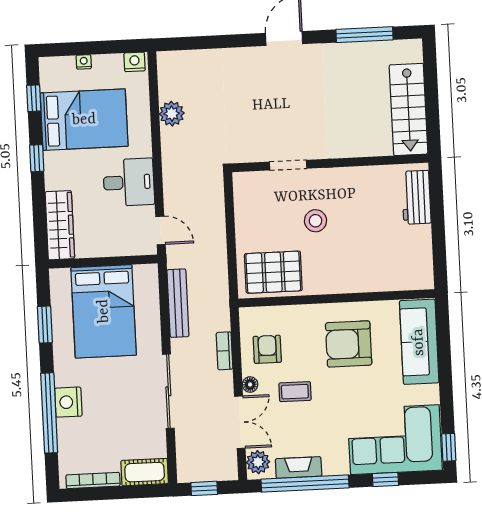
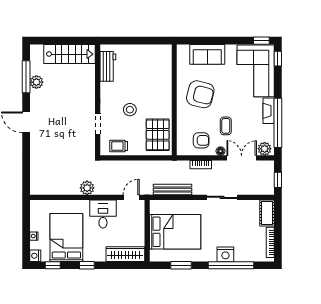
plant: (356, 53) -> (36, 82), added
nightstand: (135, 62) -> (35, 256), moved
plant: (172, 114) -> (87, 188), moved
workbench: (416, 197) -> (108, 66), moved, turned -90
trolley: (250, 204) -> (119, 146), added
sofa: (419, 342) -> (207, 54), width x0.73
armchair: (349, 344) -> (200, 94), turned -76
armchair: (267, 349) -> (201, 140), turned 180
sliding door: (168, 391) -> (222, 197), width x0.73
fireplace: (299, 467) -> (269, 111), moved
window: (385, 480) -> (278, 59), moved

